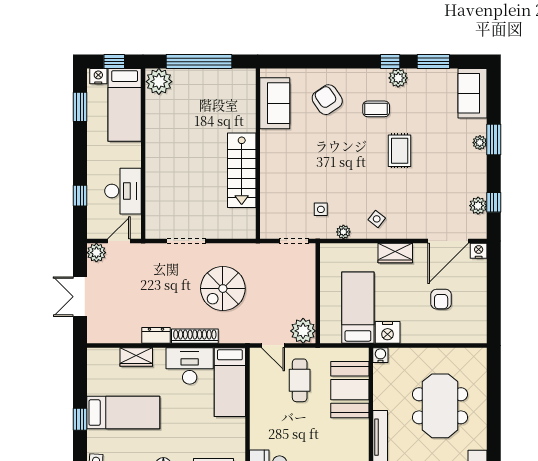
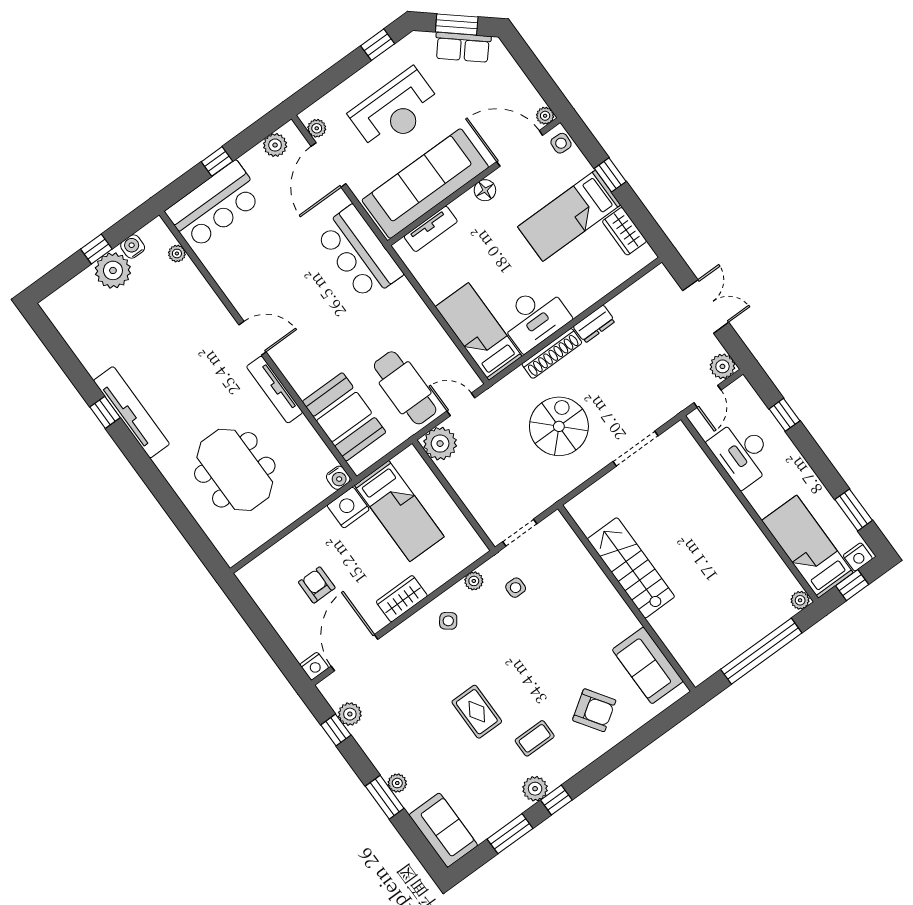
plant: (159, 82) -> (800, 600), width x0.53, depth x0.53
wardrobe: (136, 357) -> (624, 231), moved, turned -90
cafe table: (300, 380) -> (405, 388), width x1.37, depth x1.35

